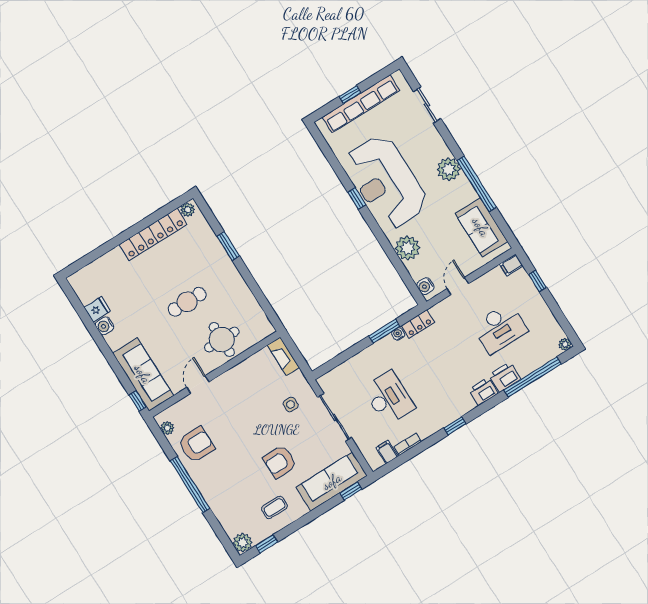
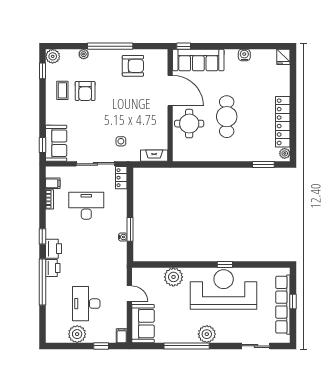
sofa: (481, 227) -> (143, 324), moved, turned 90
window: (228, 246) -> (263, 165), moved
water cooler: (425, 286) -> (142, 273), removed
cafe table: (187, 302) -> (227, 117), width x1.37, depth x1.35
fridge: (97, 309) -> (283, 57), moved
locker: (418, 324) -> (121, 178), moved
plant: (565, 344) -> (77, 334), moved, width x1.87, depth x1.87
printer: (505, 377) -> (53, 249), moved
window: (533, 377) -> (42, 282), moved
door: (198, 385) -> (170, 91), width x1.87
desk: (389, 398) -> (86, 206), turned 180
plant: (167, 428) -> (84, 54), moved
armchair: (196, 445) -> (133, 66), turned -90
armchair: (280, 462) -> (85, 91), moved, turned 180
sofa: (332, 481) -> (56, 143), width x0.73

